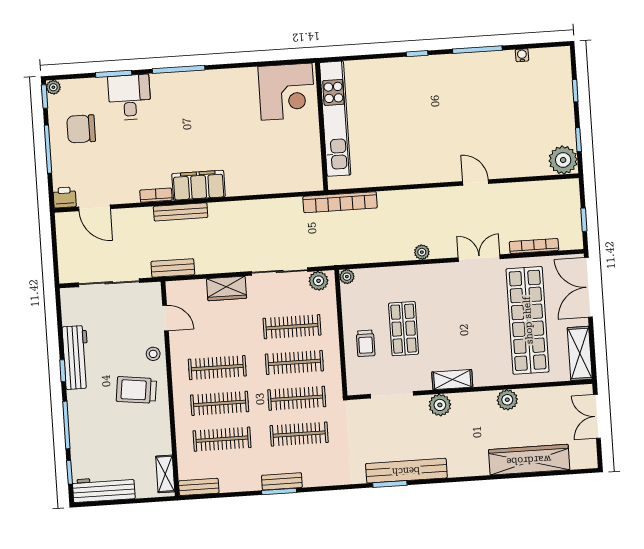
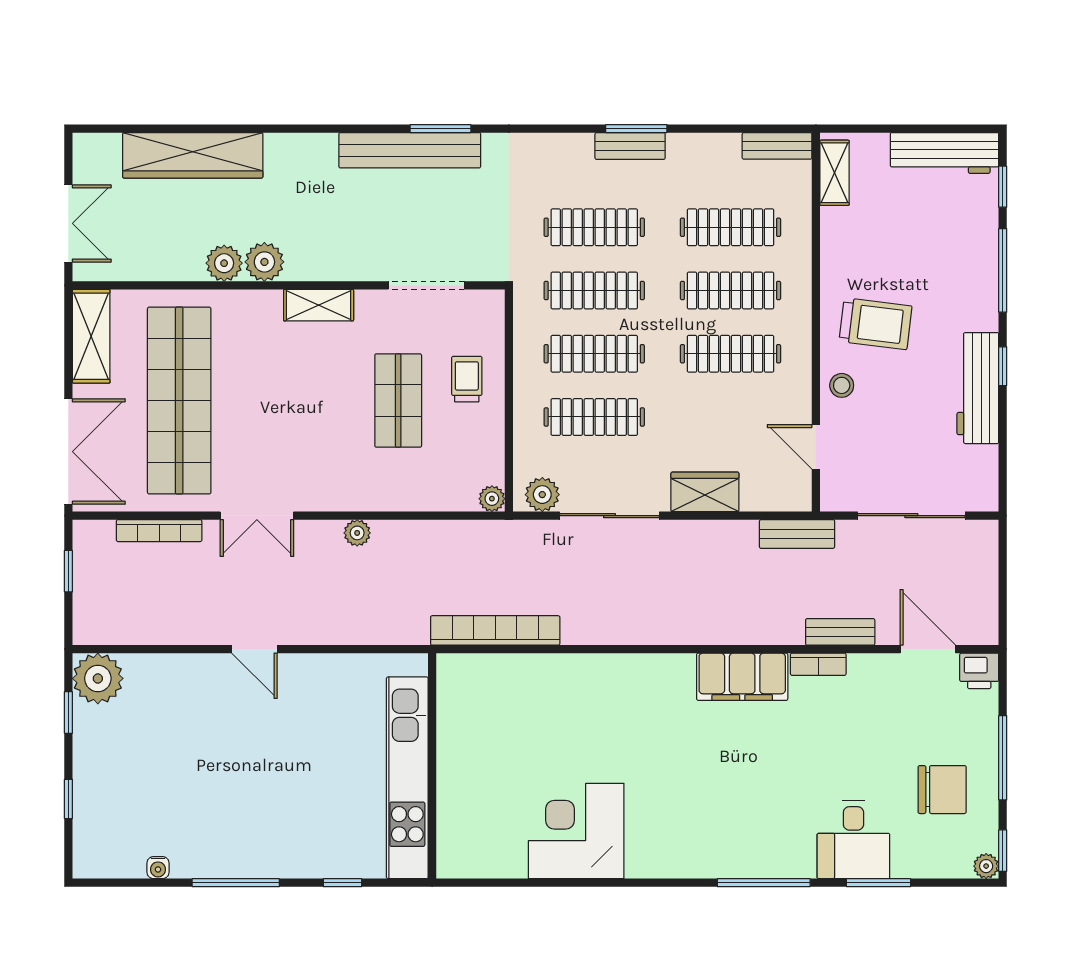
kitchen unit: (335, 119) -> (407, 778), moved
wall: (322, 126) -> (432, 766), moved
bench: (181, 212) -> (840, 632), moved, width x0.73
plant: (440, 405) -> (264, 262), moved

